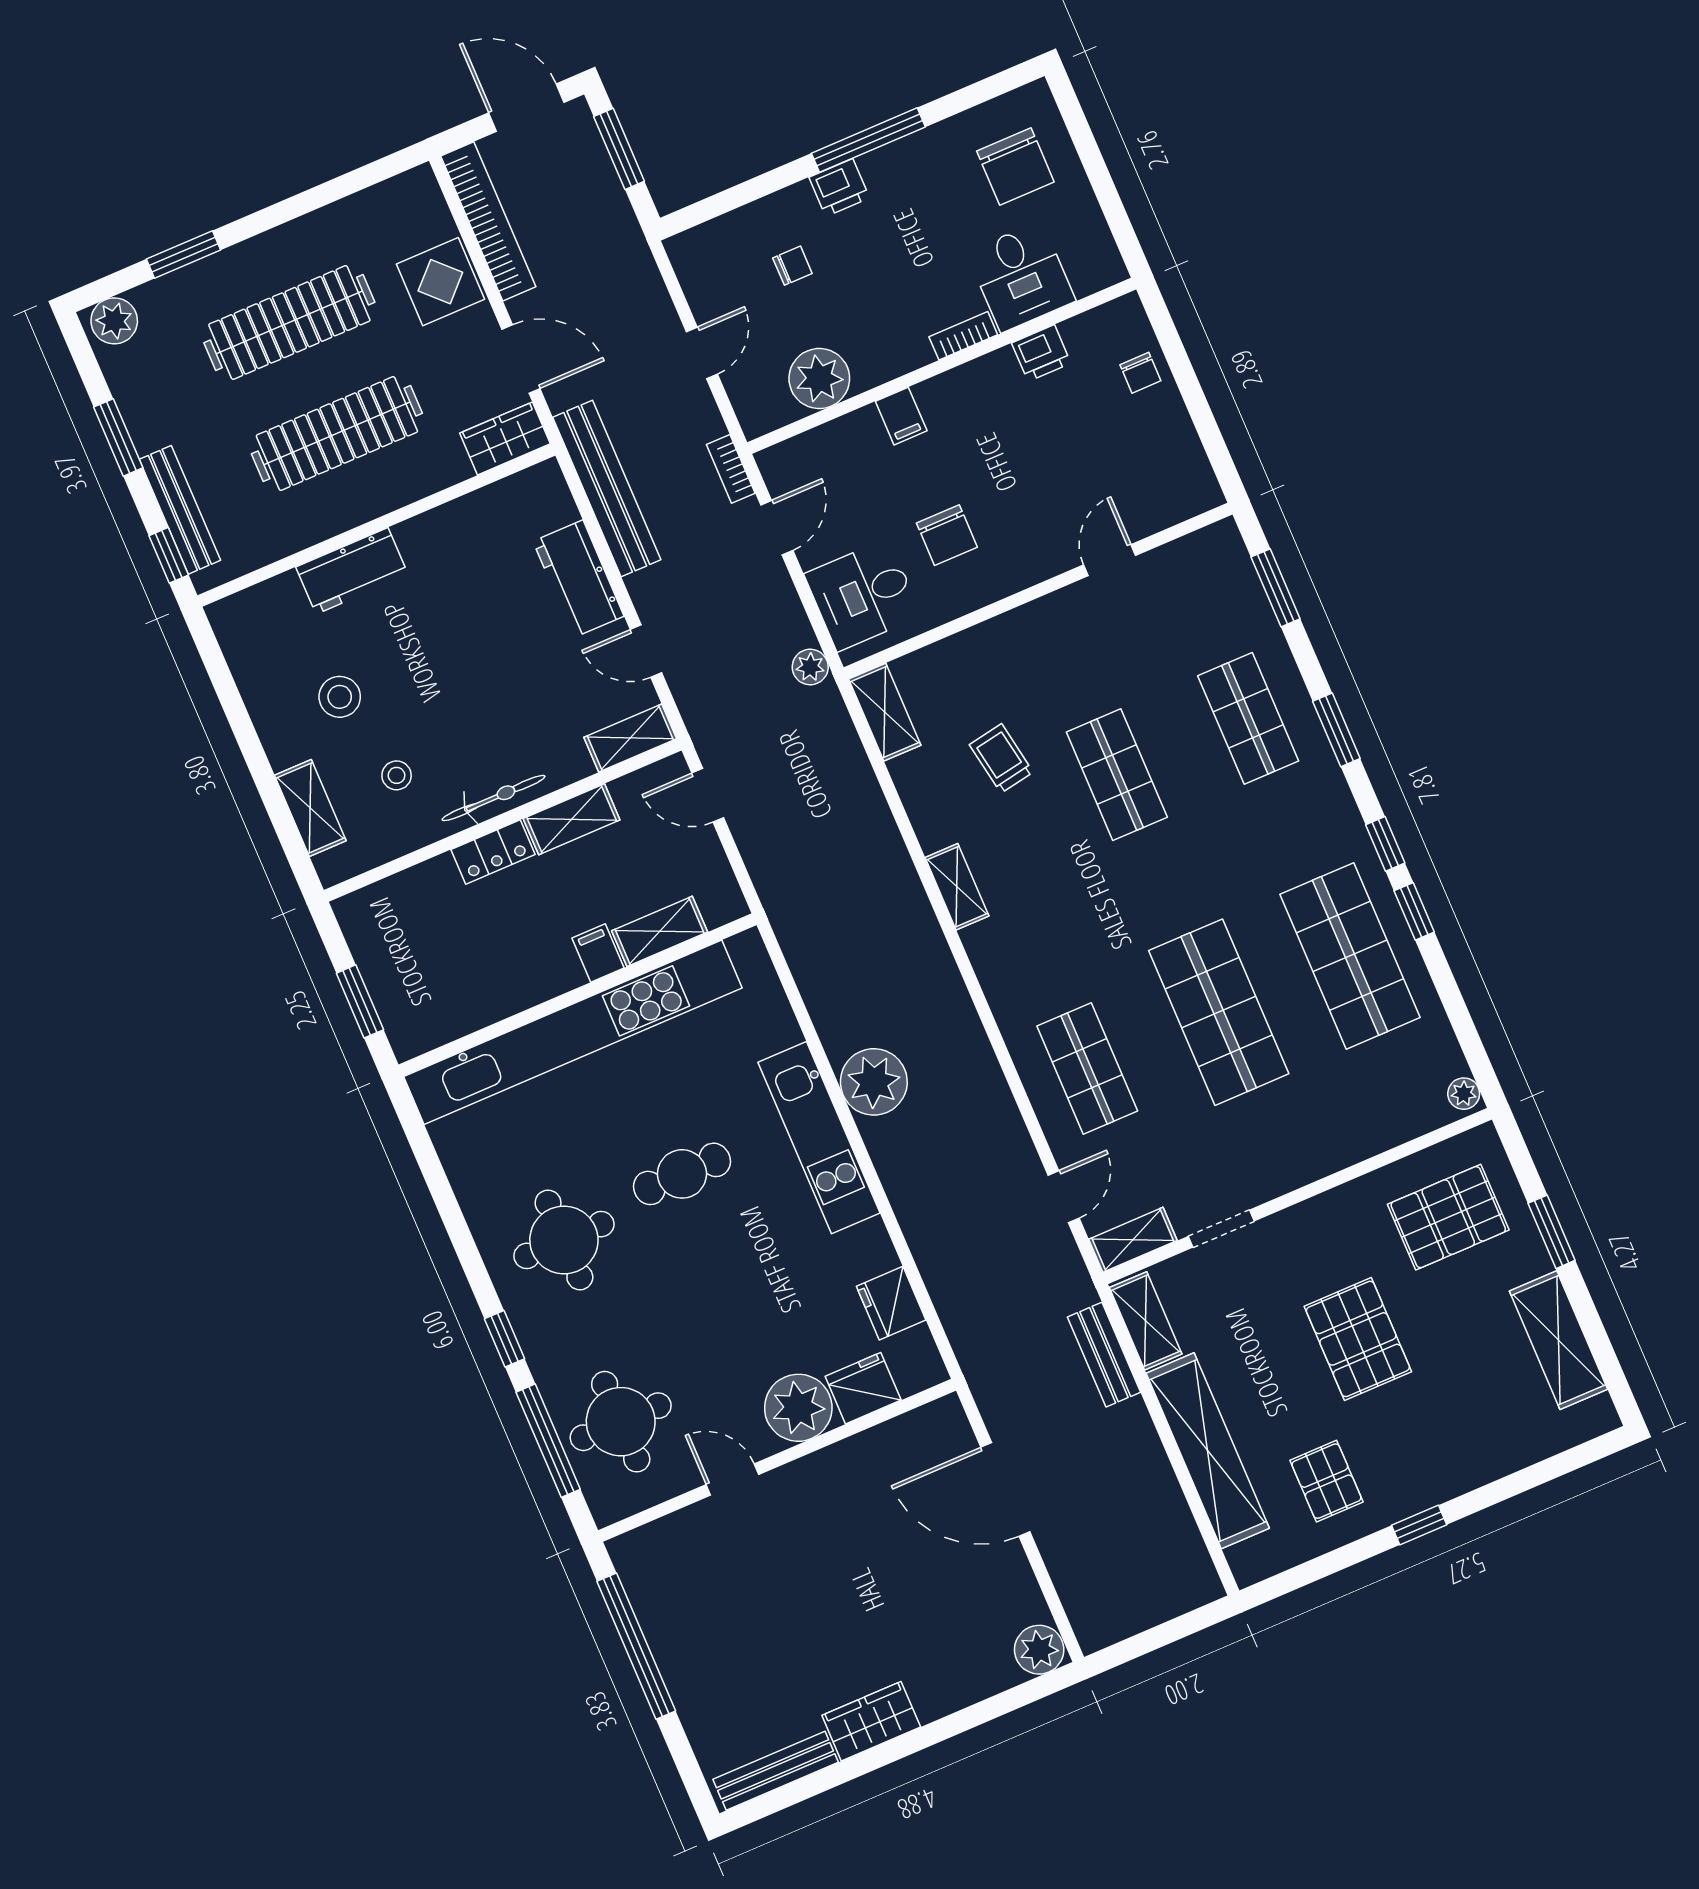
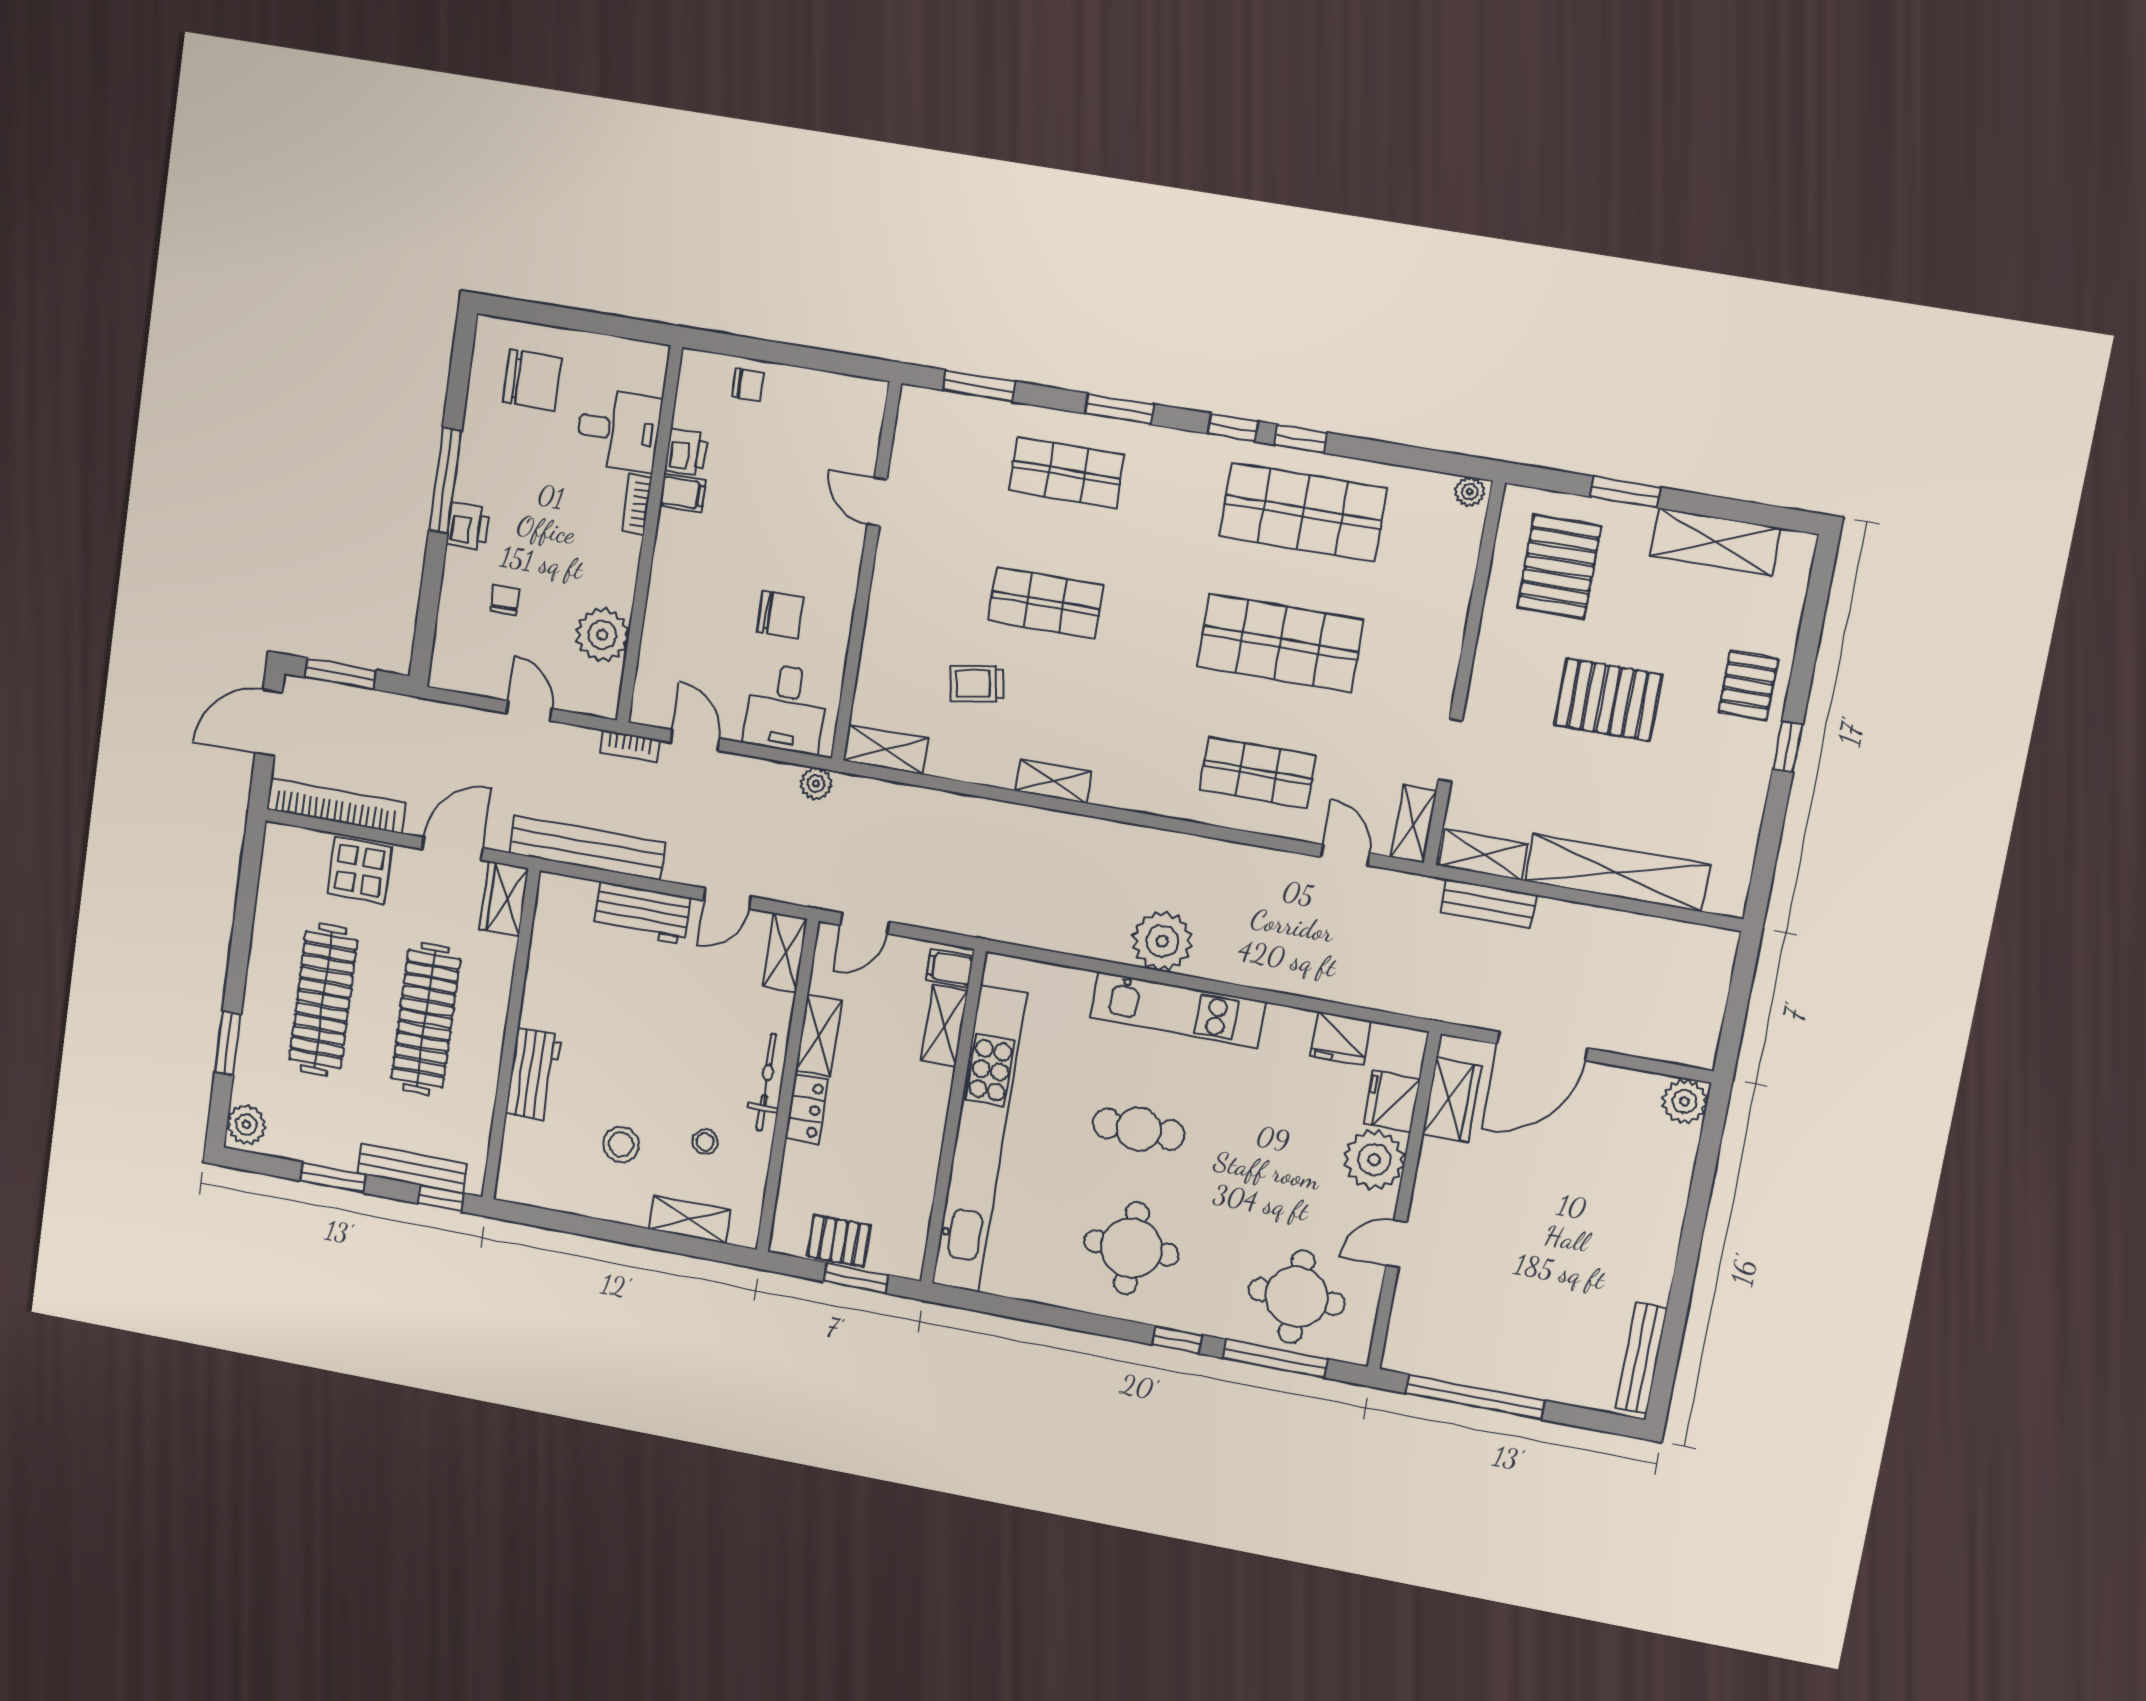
filing cabinet: (901, 416) -> (683, 493), moved
filing cabinet: (598, 953) -> (950, 968), moved
pallet: (385, 962) -> (839, 1241), added
cafe table: (682, 1174) -> (1139, 1129), turned 90
pallet: (1327, 1481) -> (1748, 686), moved, turned 90
wardrobe: (871, 1721) -> (1452, 1100), moved, turned 180

